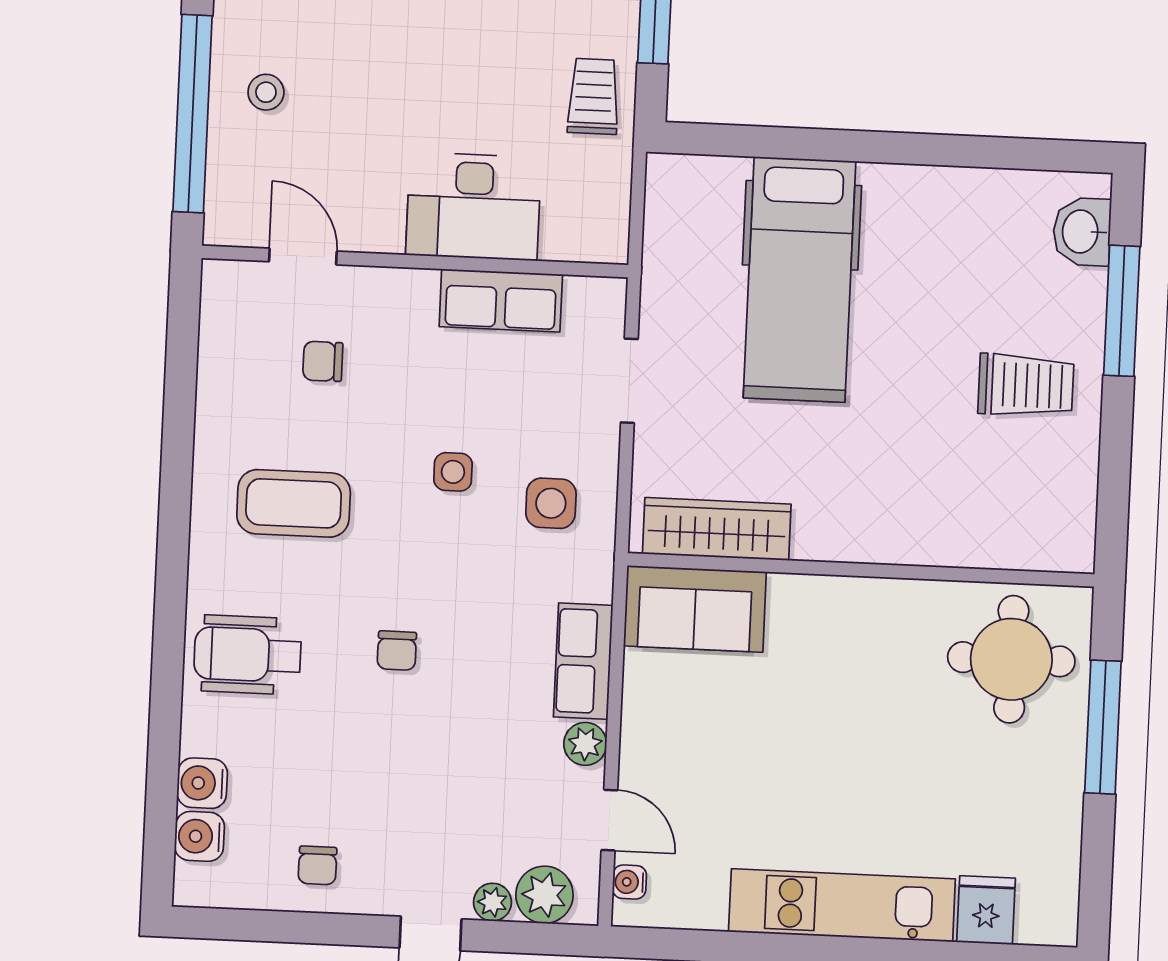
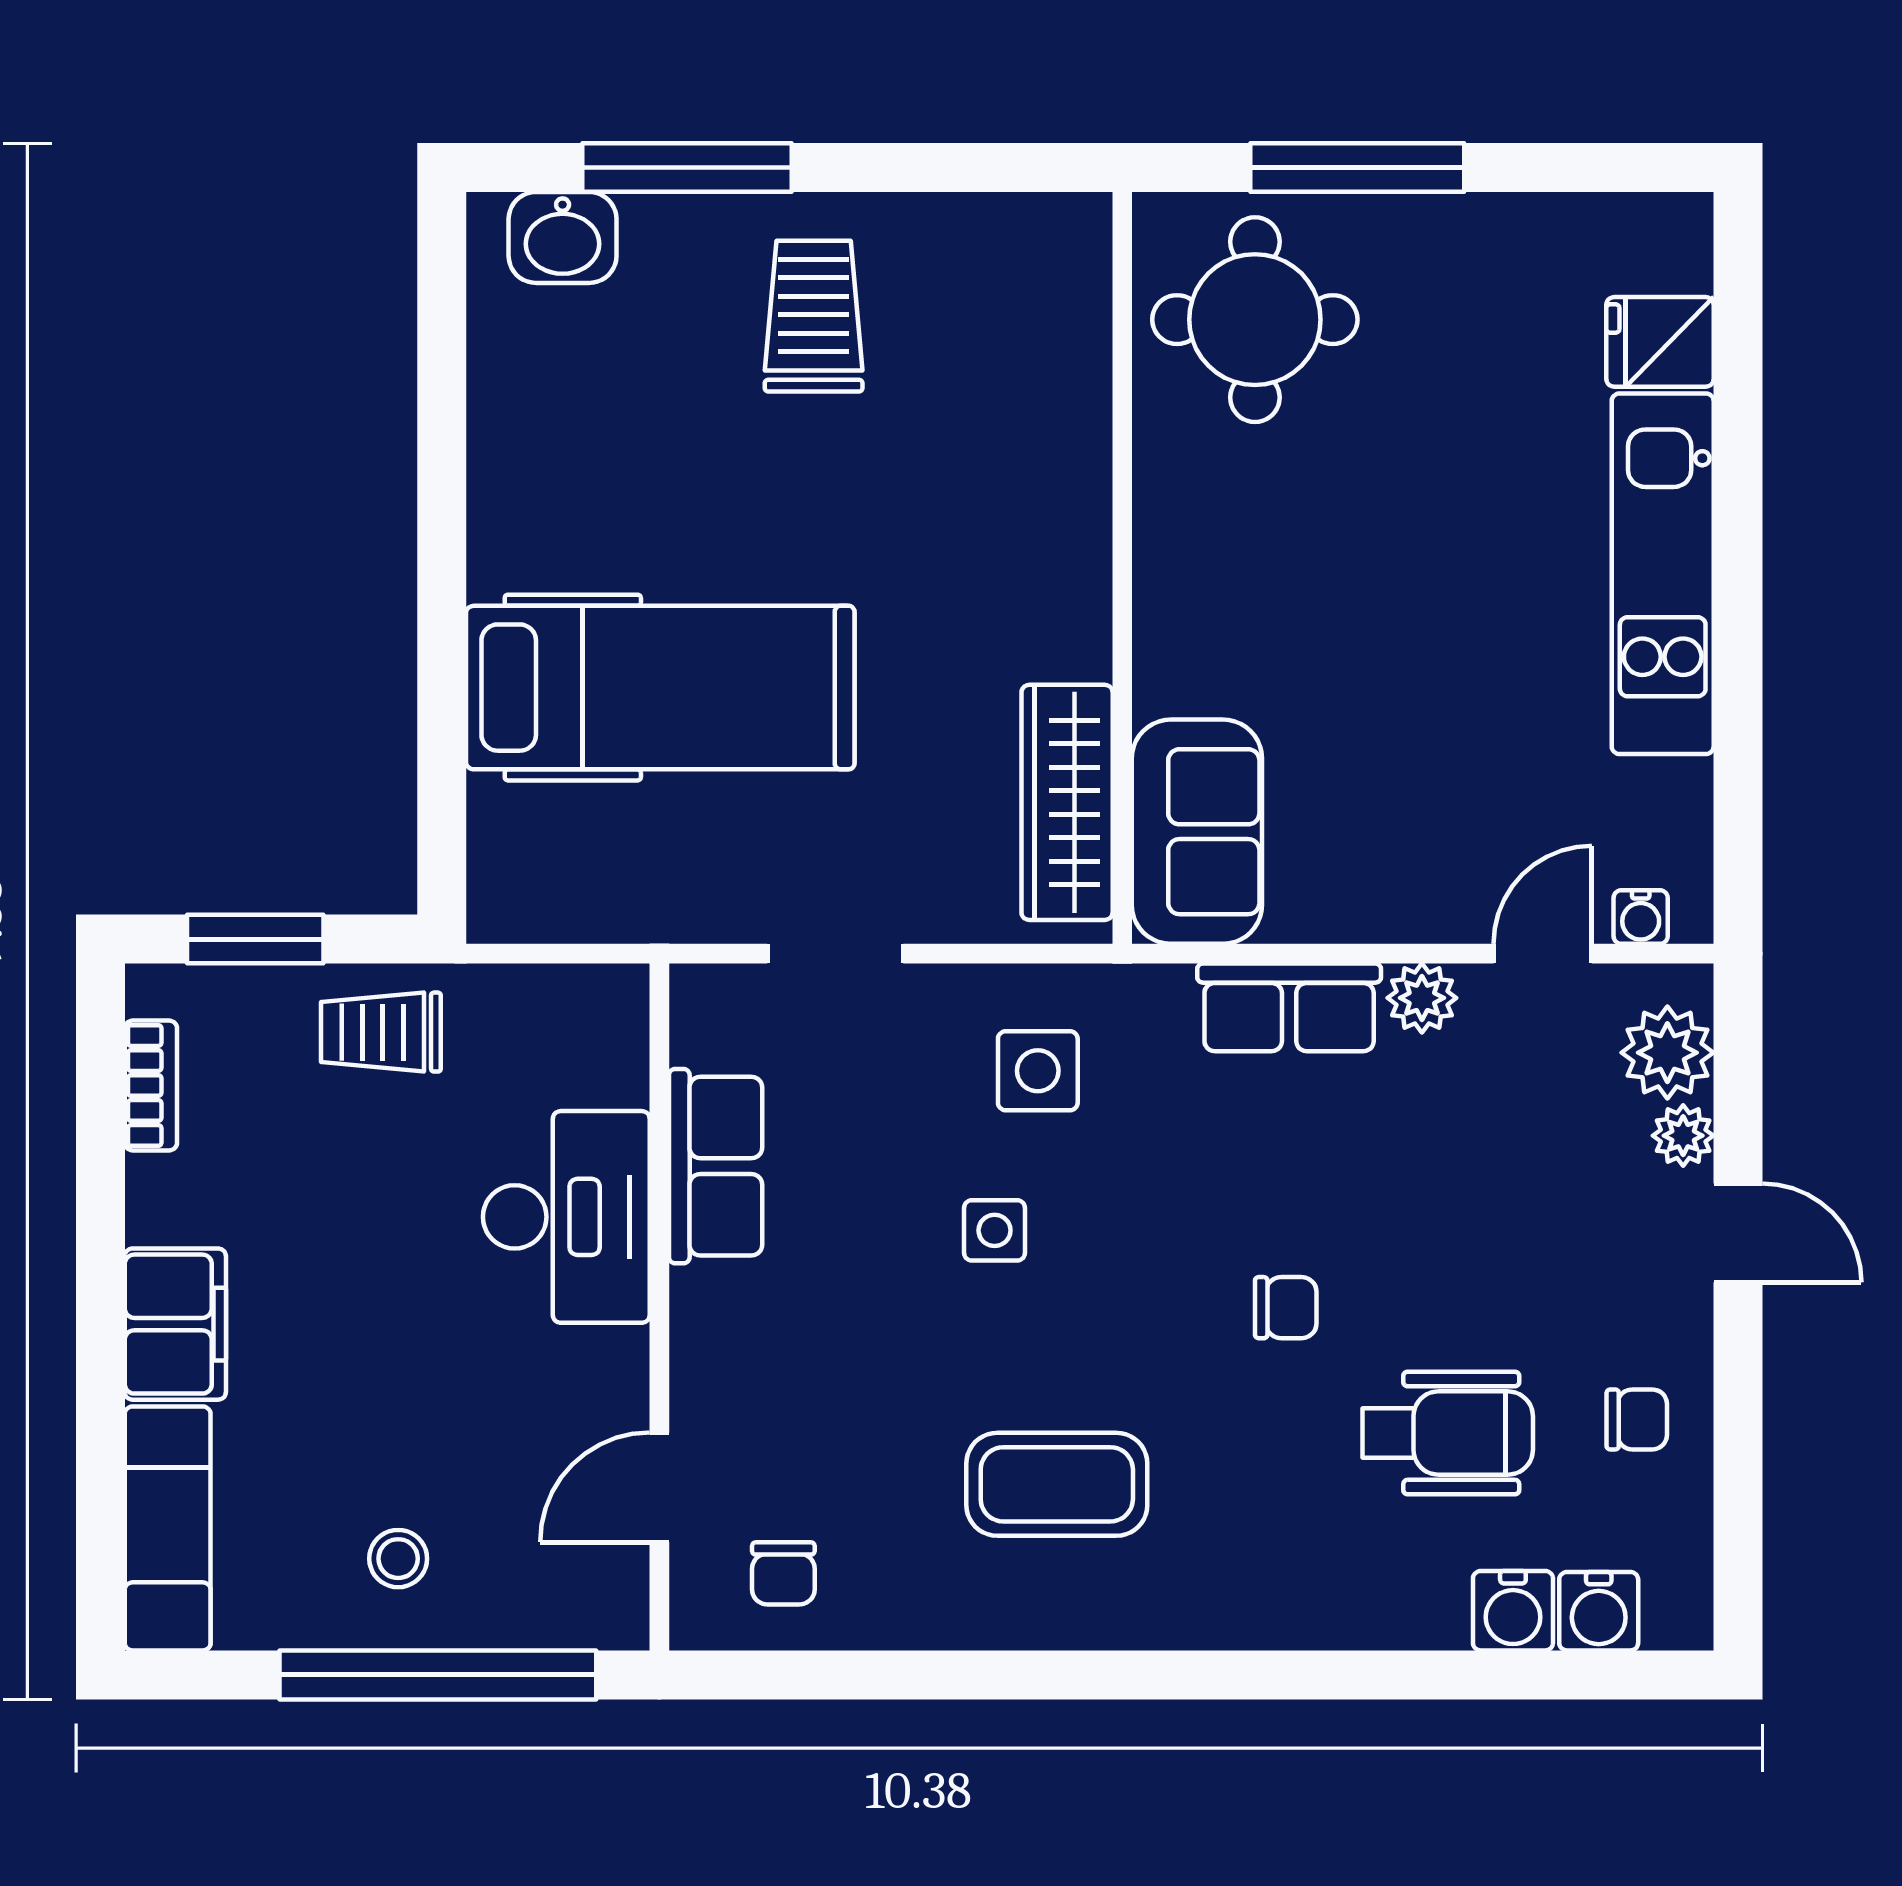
chair: (323, 361) -> (783, 1573), moved
coffee table: (294, 503) -> (1057, 1484), turned 90
wheelchair: (247, 655) -> (1448, 1433), moved, turned -90

